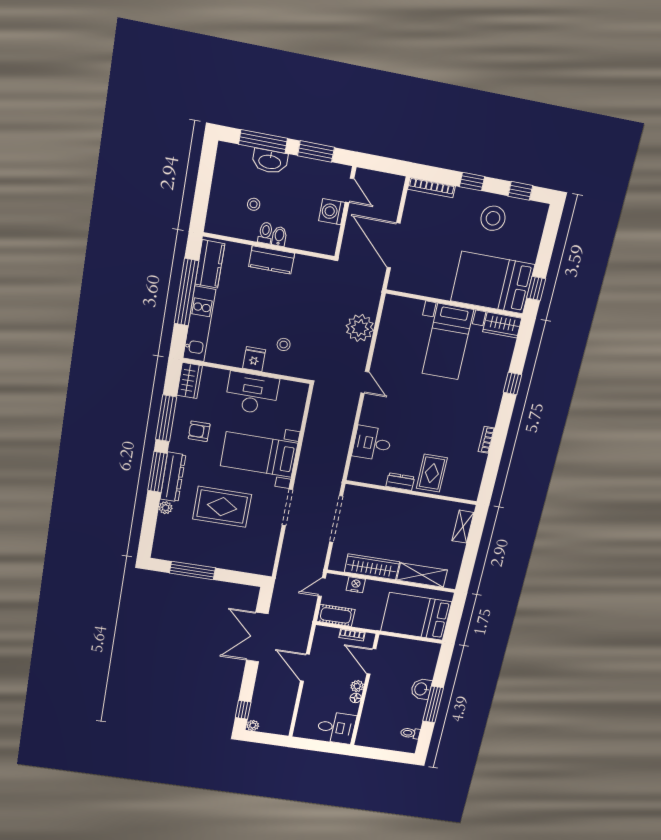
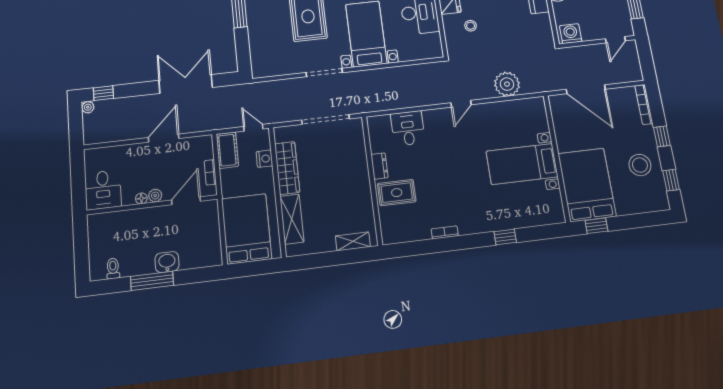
washing machine: (332, 212) -> (571, 34), moved
door: (394, 245) -> (586, 89), swing flipped
wardrobe: (502, 325) -> (554, 207), removed

